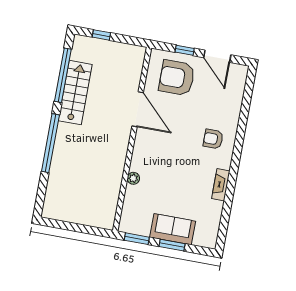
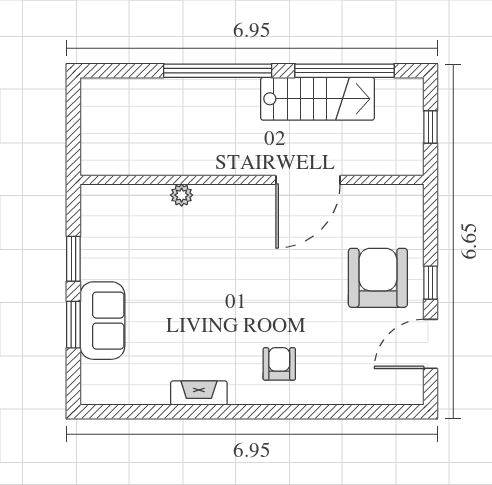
door: (138, 109) -> (308, 180), moved
wall: (132, 139) -> (252, 180), moved
plant: (133, 178) -> (182, 195), moved

